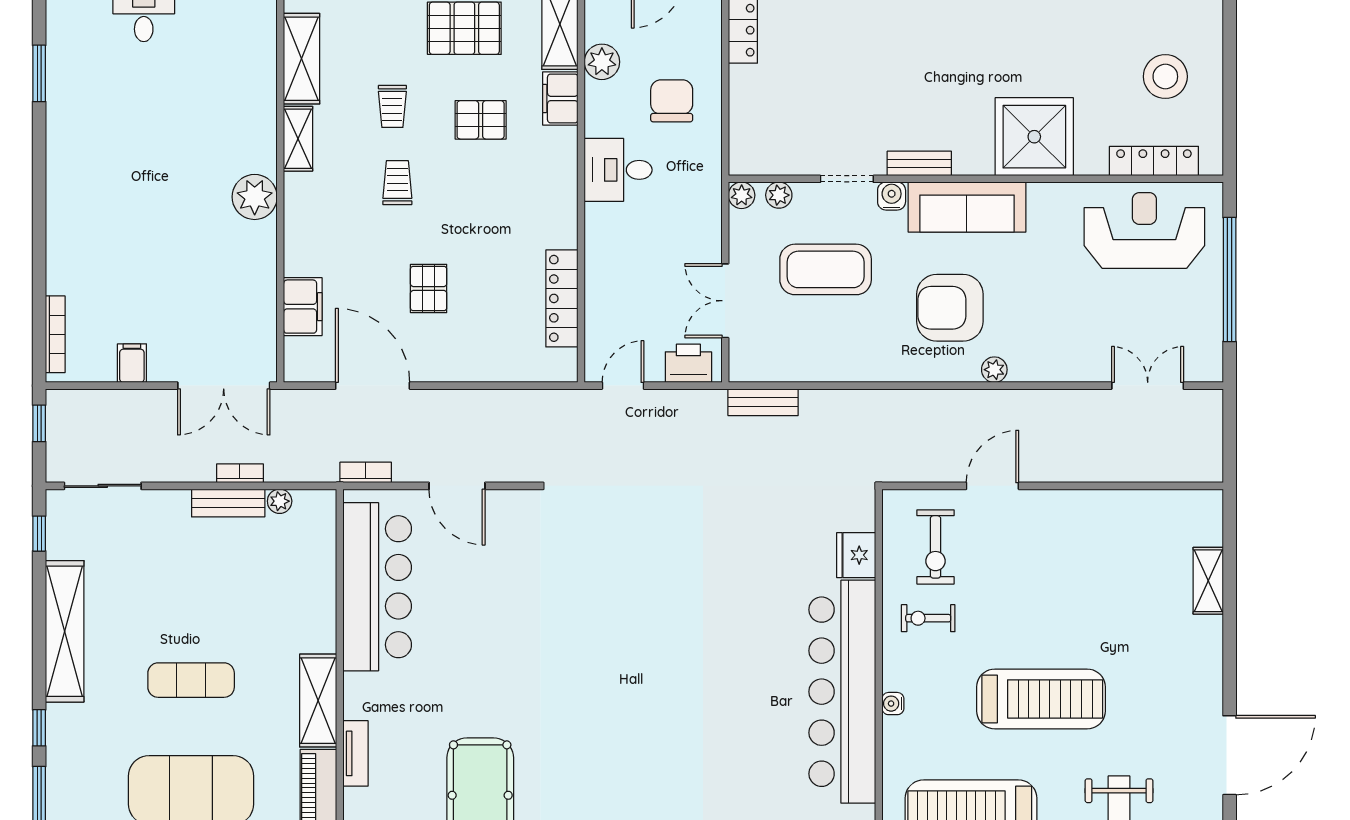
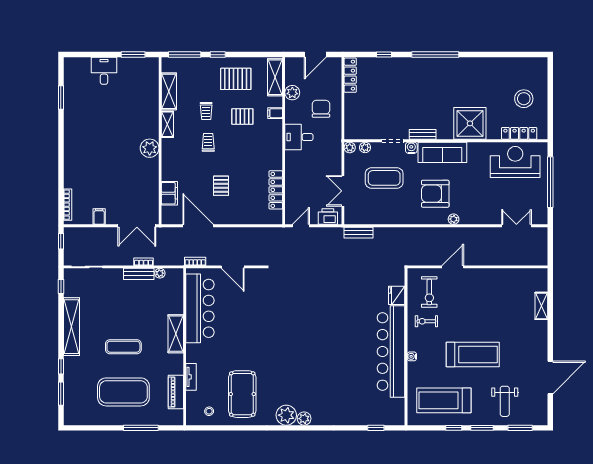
filing cabinet: (560, 98) -> (275, 113), width x0.50
shelving: (318, 701) -> (176, 334), moved

